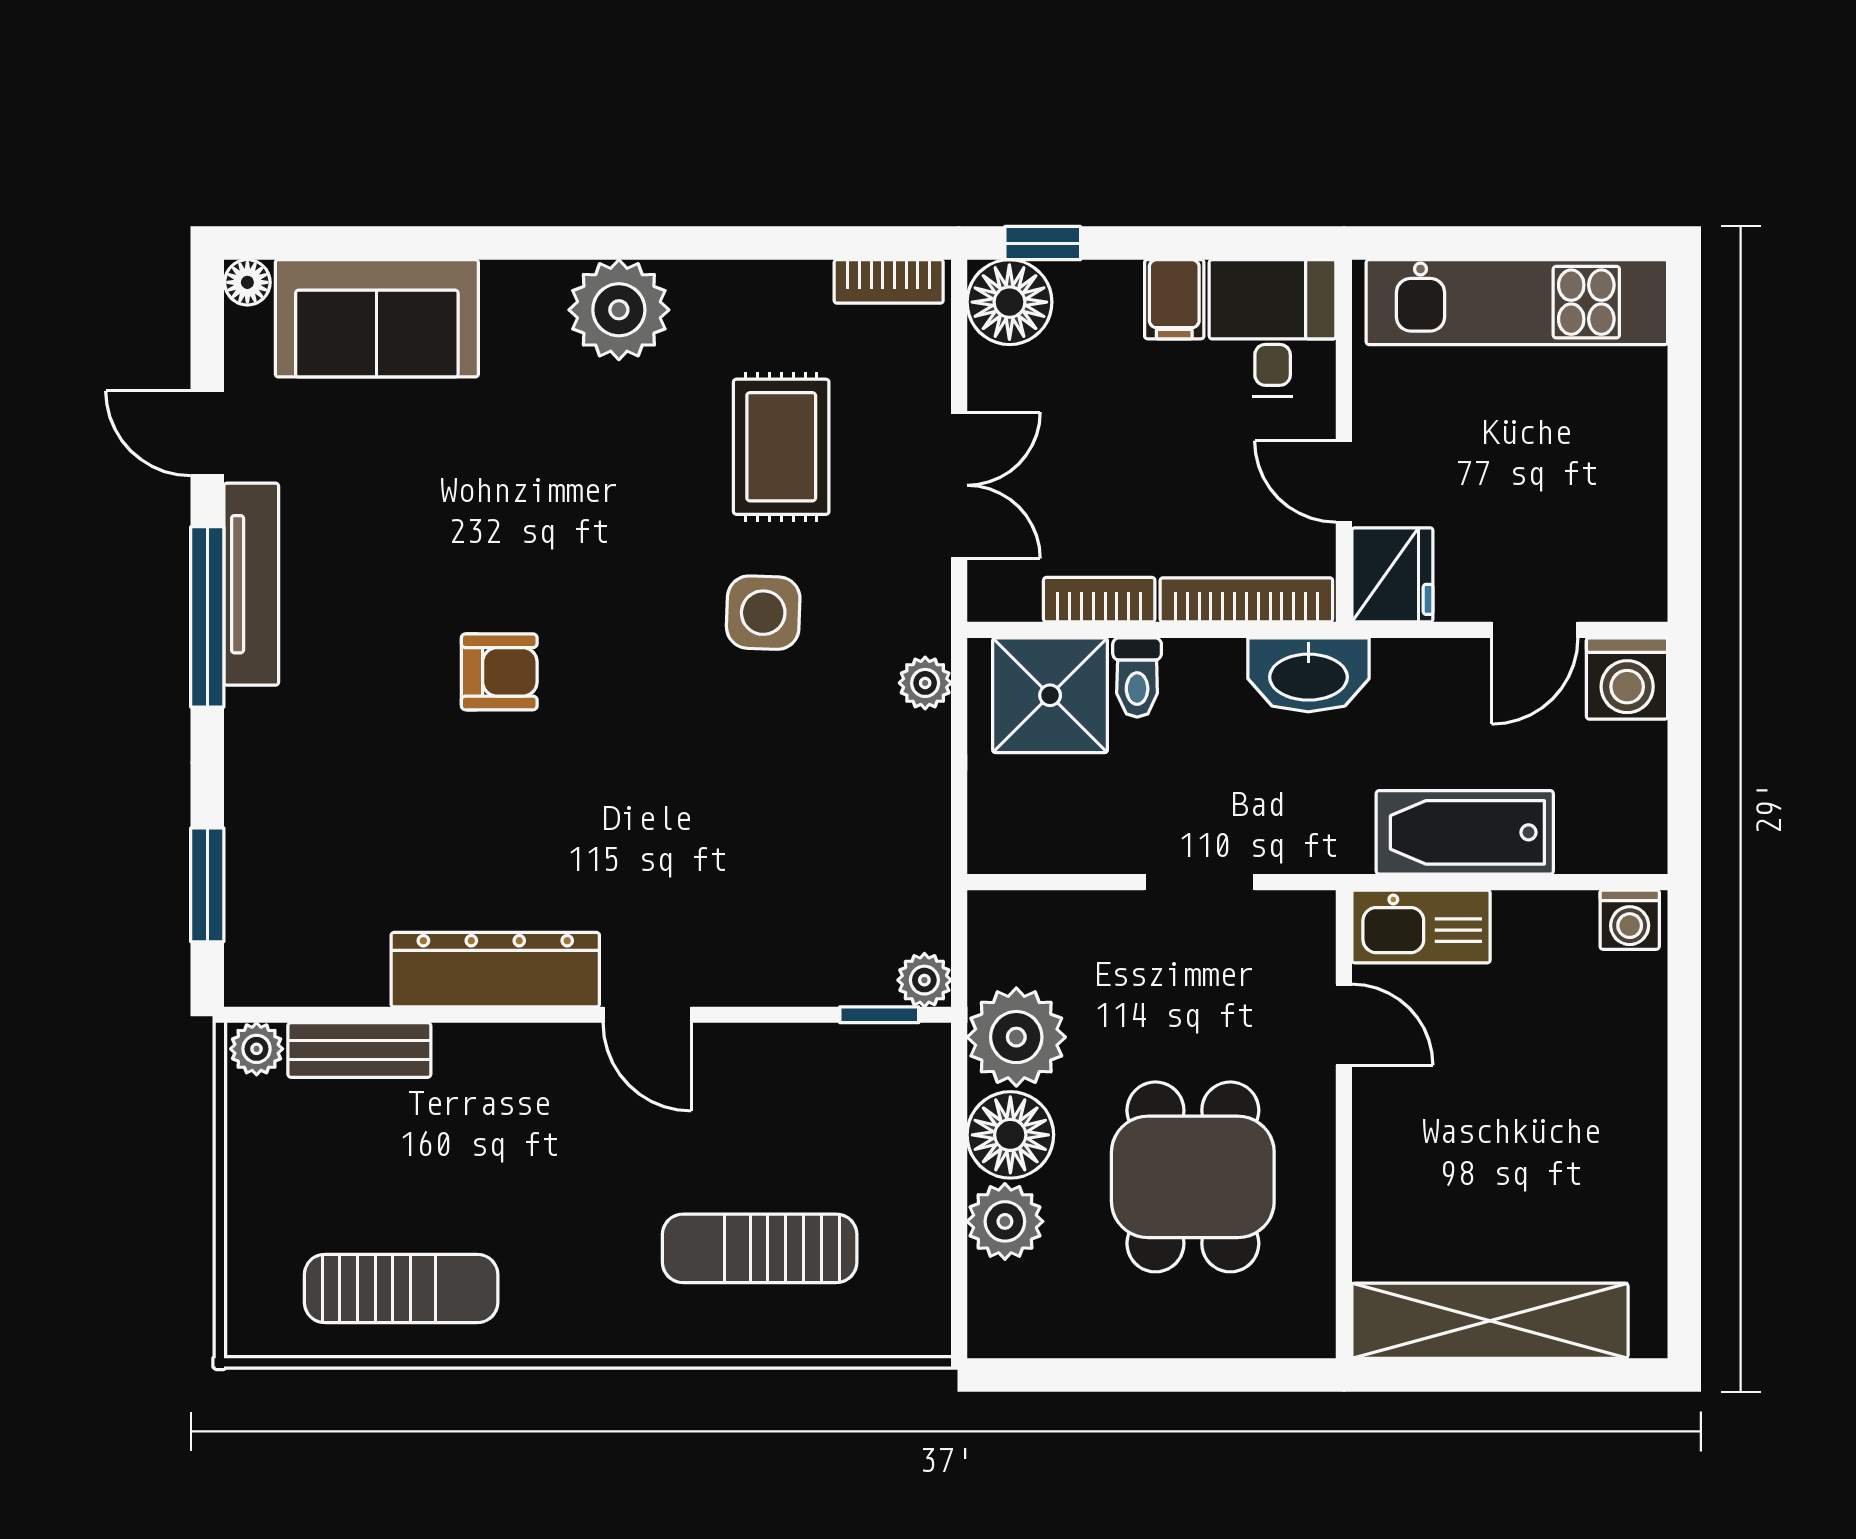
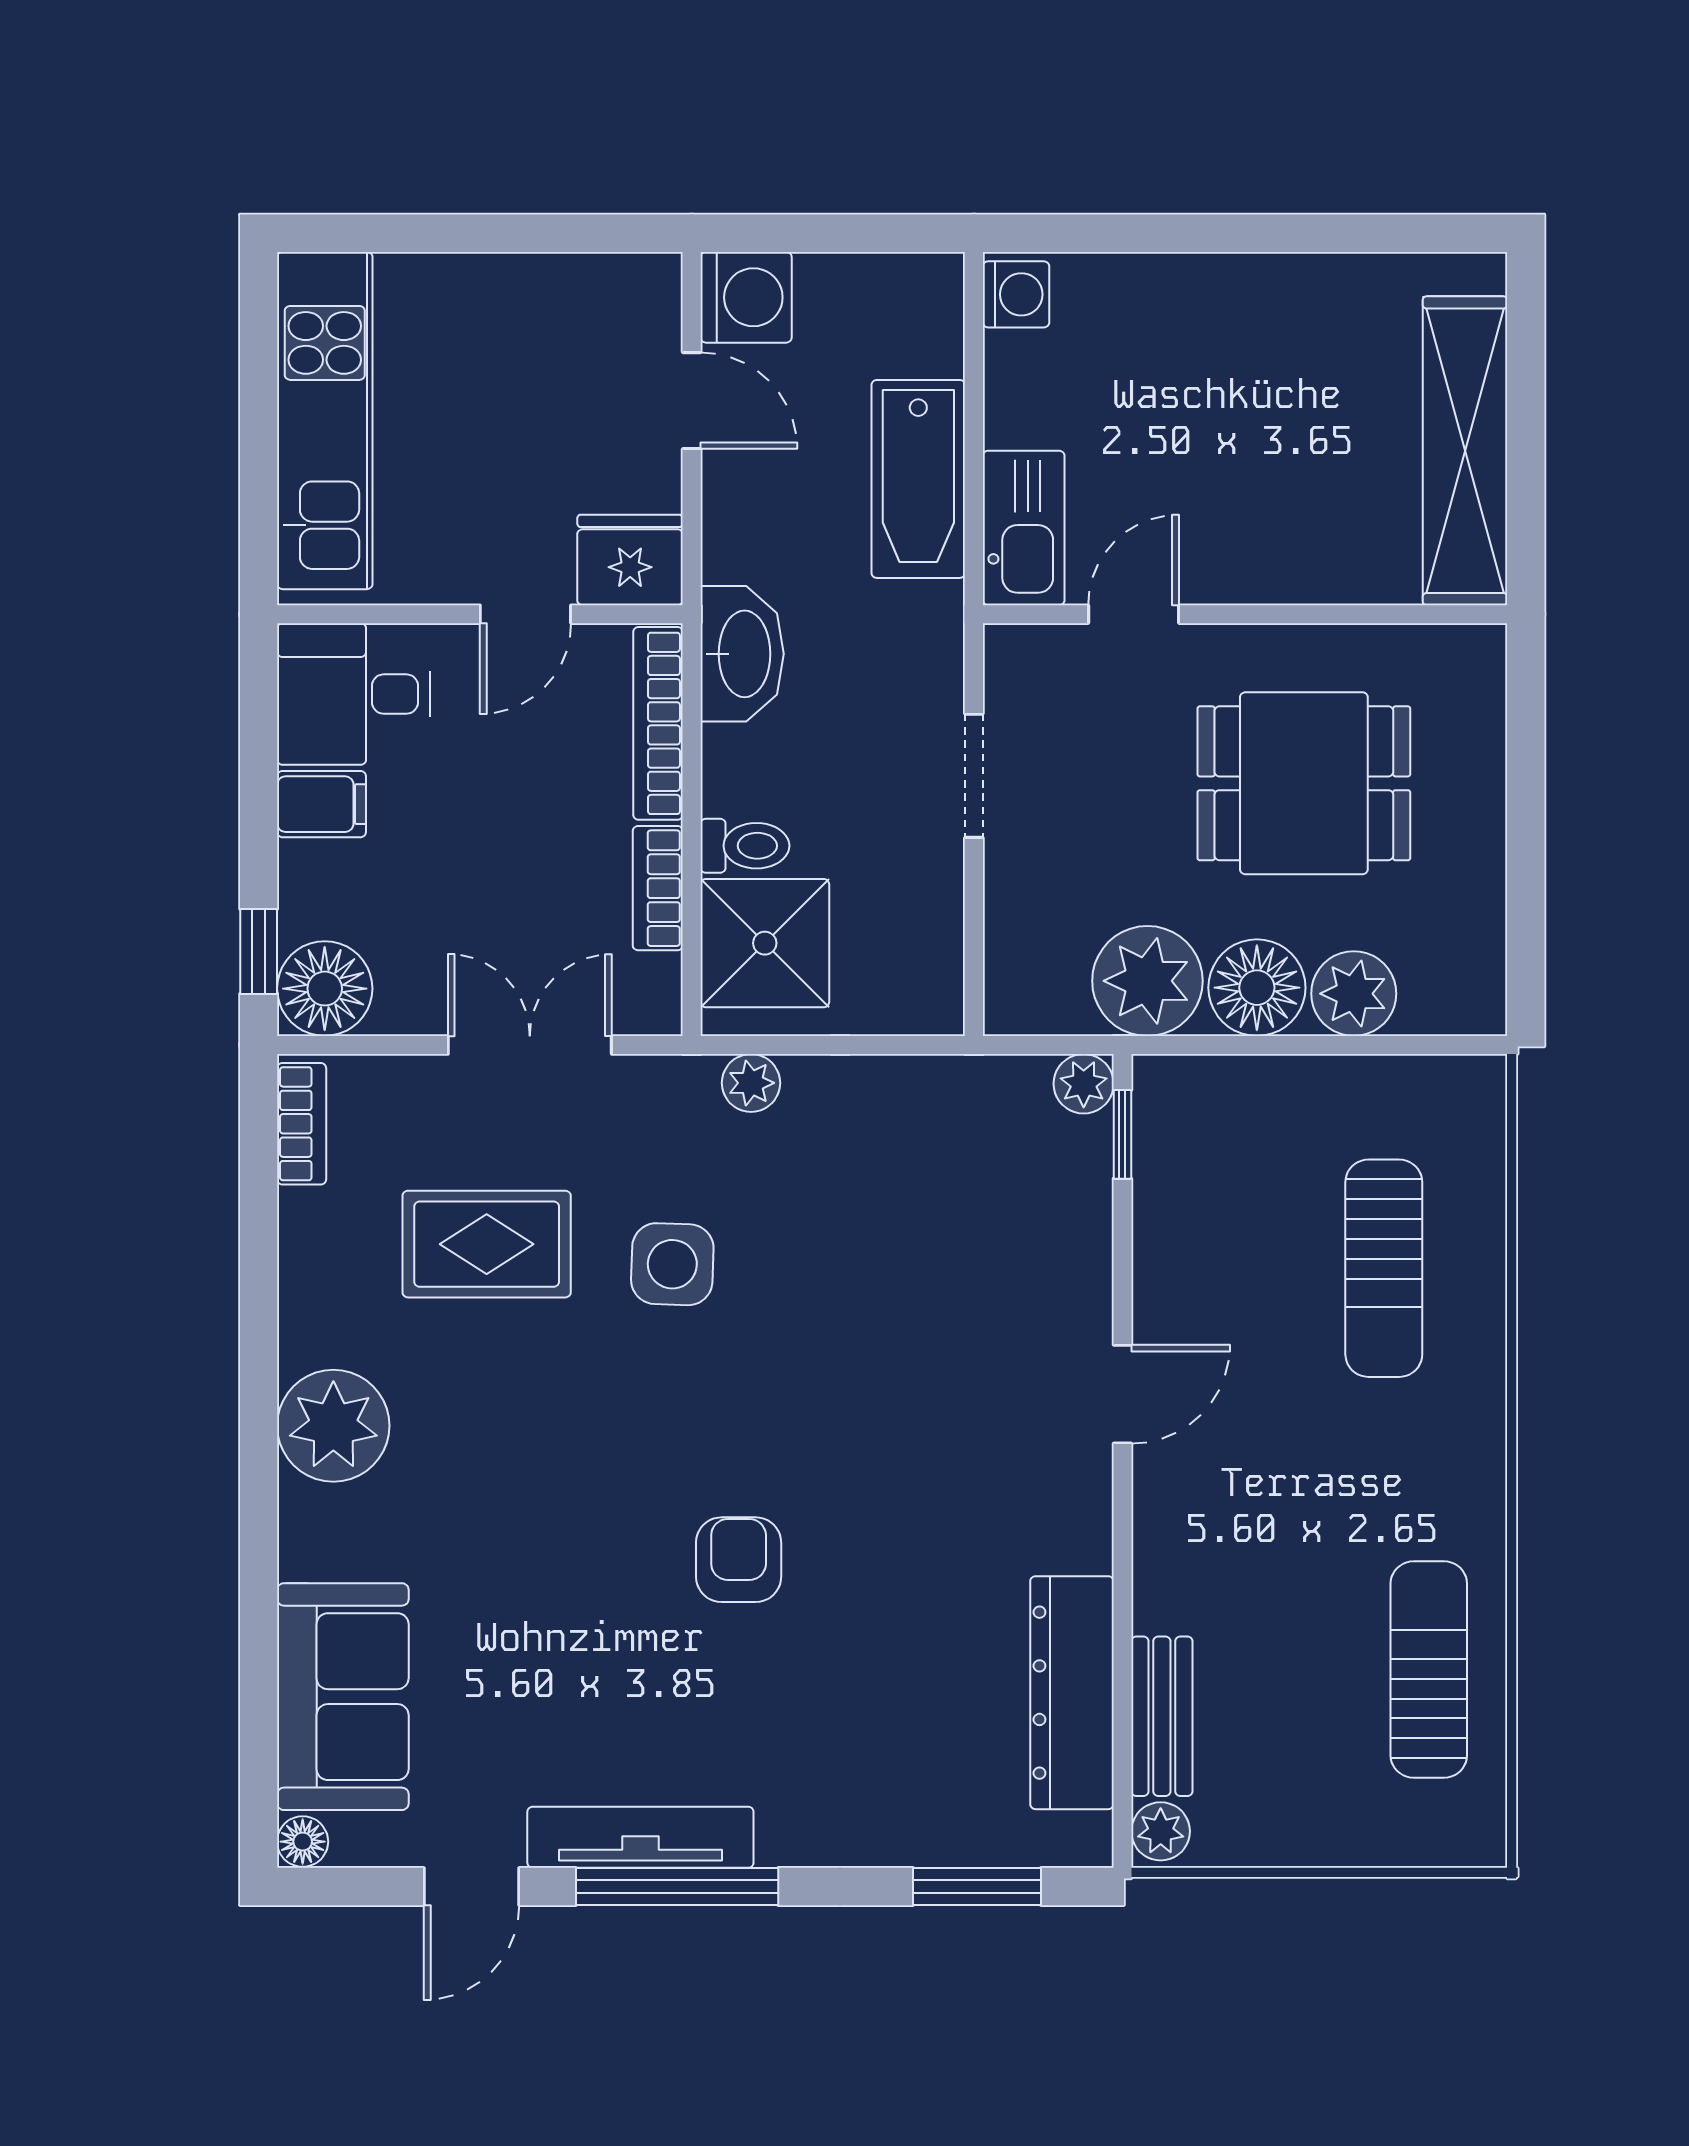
dresser: (495, 970) -> (1072, 1693), moved

